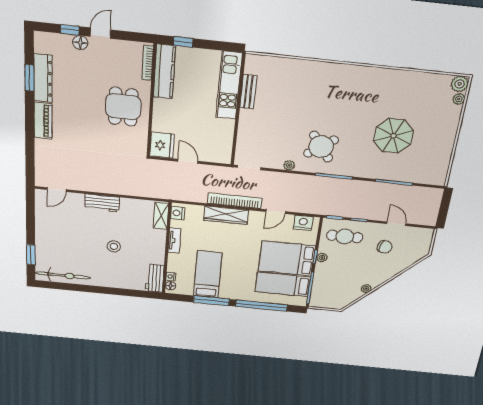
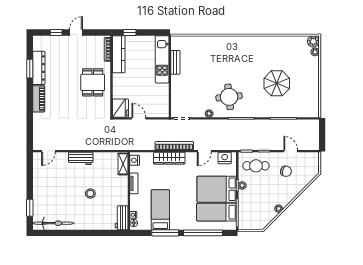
floor lamp: (80, 43) -> (63, 40), removed
round table: (321, 147) -> (229, 97), turned 30

